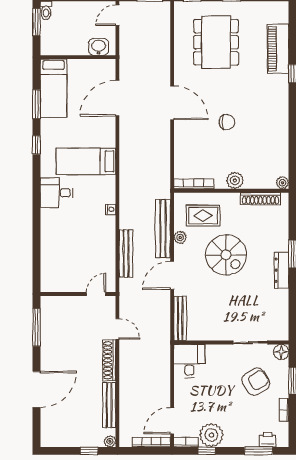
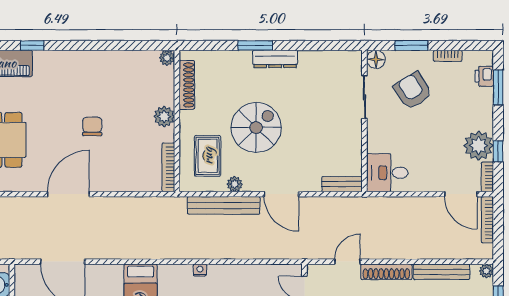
bench: (126, 253) -> (254, 251), removed
bench: (180, 318) -> (342, 184), width x0.73

